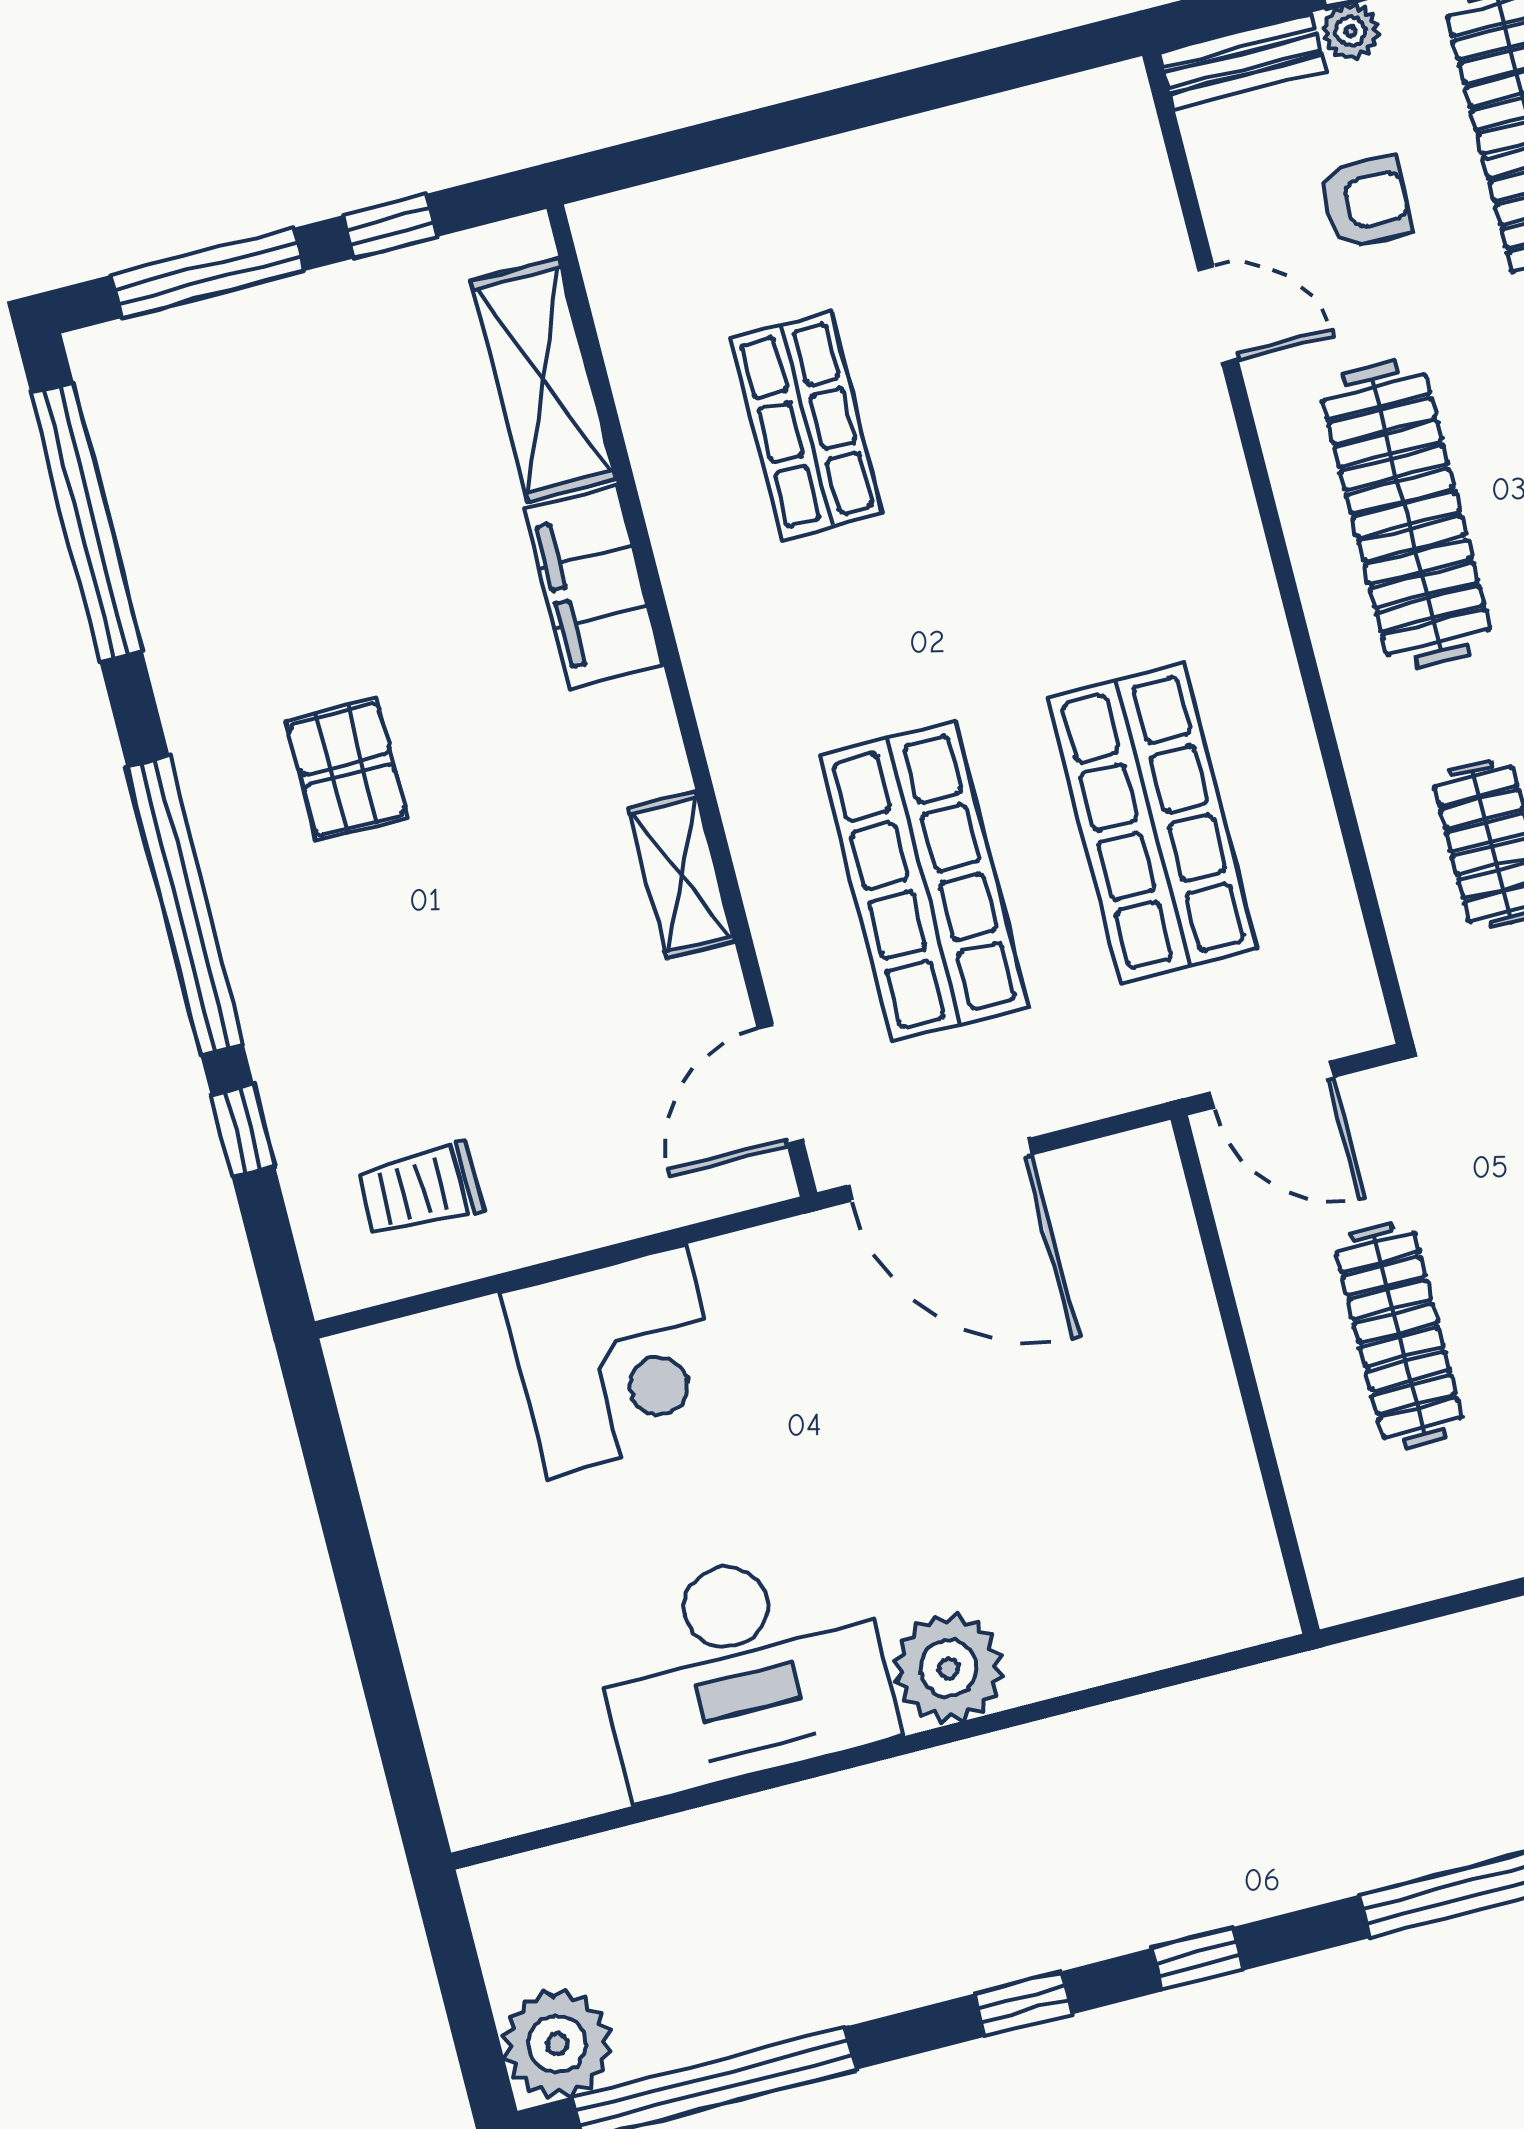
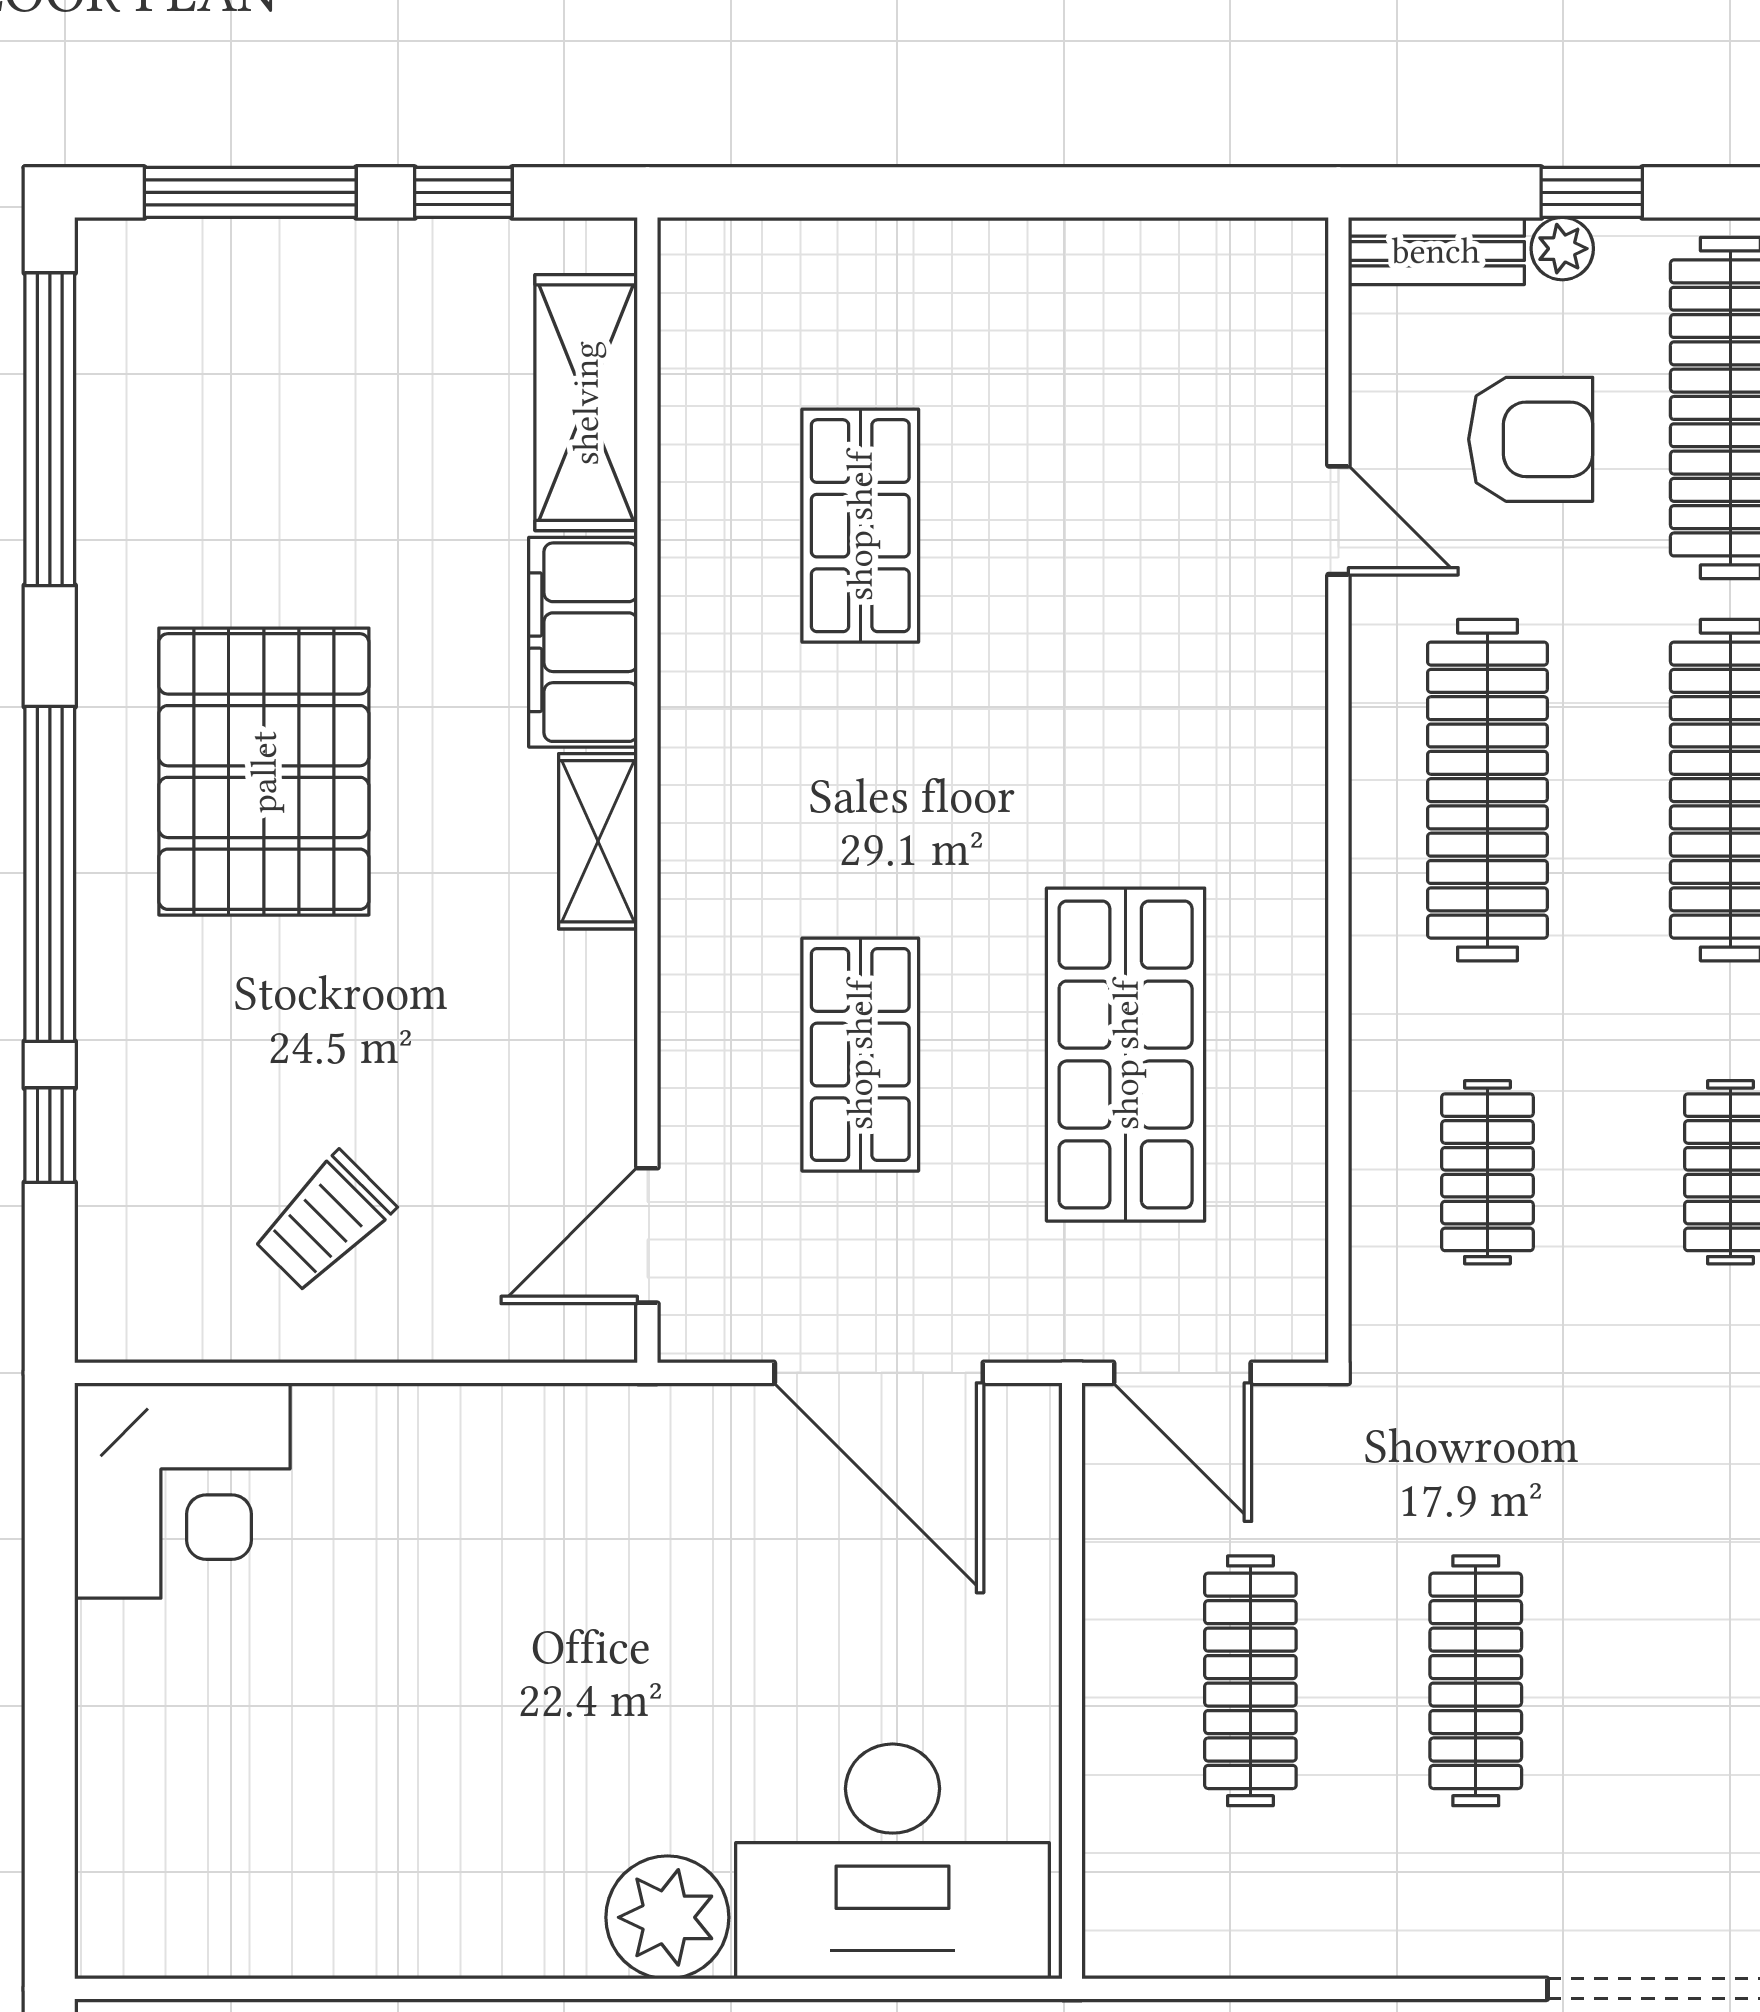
armchair: (1366, 203) -> (1531, 439), width x1.38, depth x1.38
pallet: (347, 770) -> (264, 772), width x2.05, depth x2.00
shelving: (681, 875) -> (598, 841), moved
shop shelf: (924, 881) -> (860, 1055), width x0.70, depth x0.74
door: (940, 1170) -> (879, 1373), moved
trolley: (420, 1189) -> (324, 1222), moved, turned -45
corner desk: (617, 1361) -> (182, 1490), moved
desk: (742, 1670) -> (893, 1861), moved

